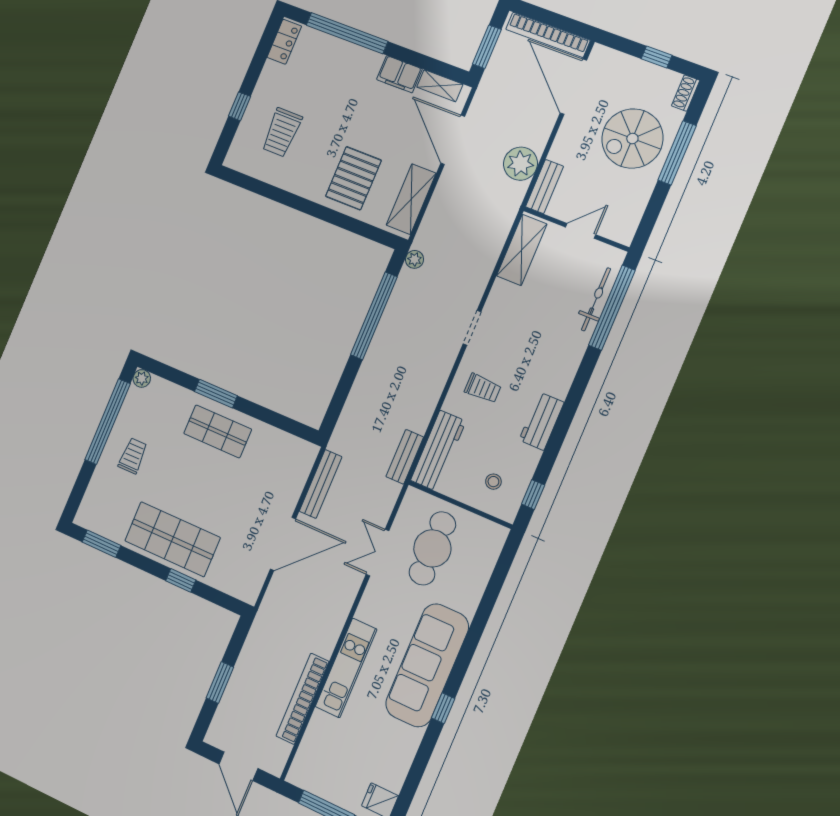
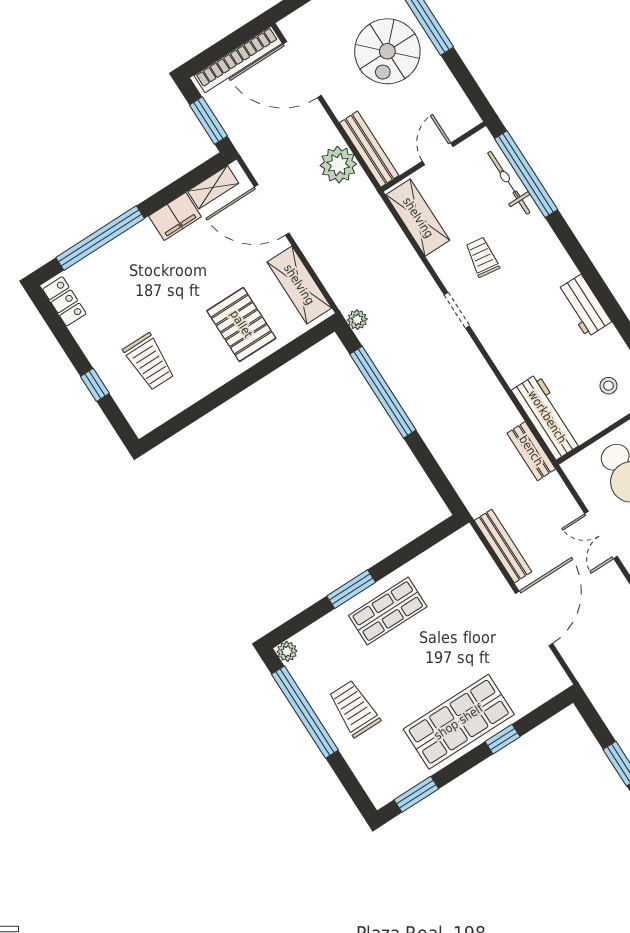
bench: (545, 187) -> (369, 149), width x1.36
trolley: (483, 388) -> (482, 257), moved, turned -82
trolley: (133, 456) -> (354, 709), width x1.36, depth x1.39

